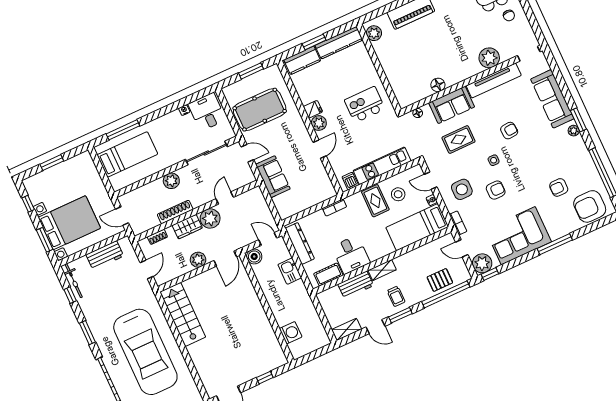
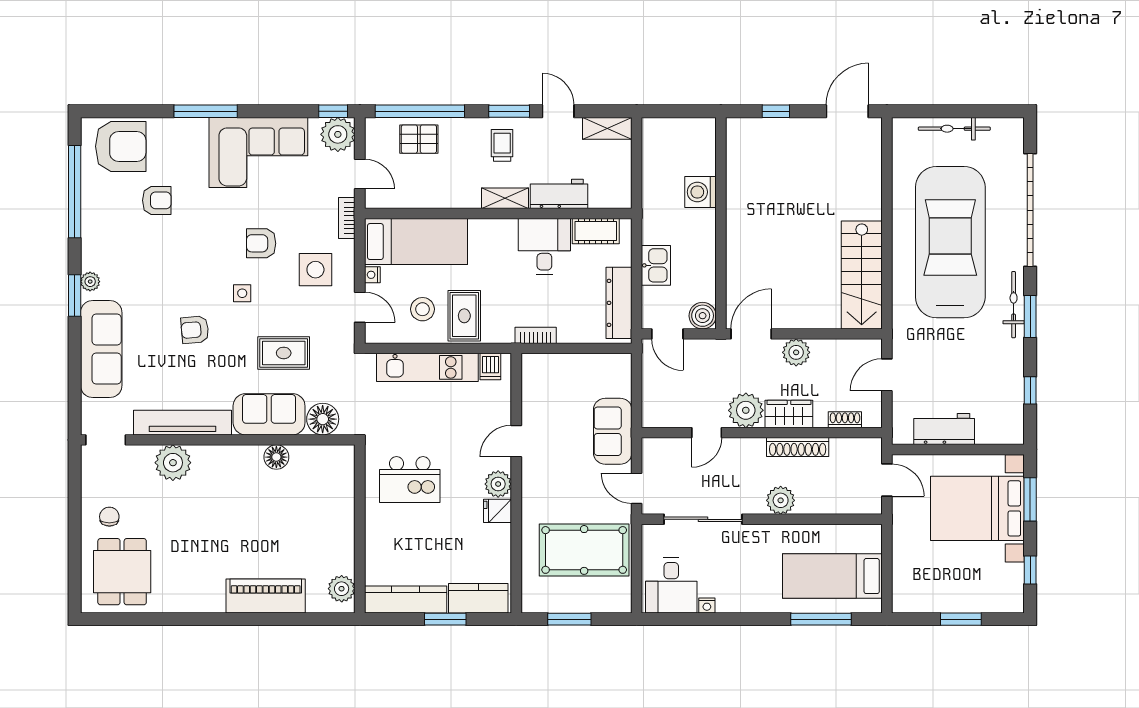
floor lamp: (418, 113) -> (323, 419), width x1.89, depth x1.89
bicycle: (74, 281) -> (1014, 305), moved
washing machine: (291, 333) -> (700, 192), moved

